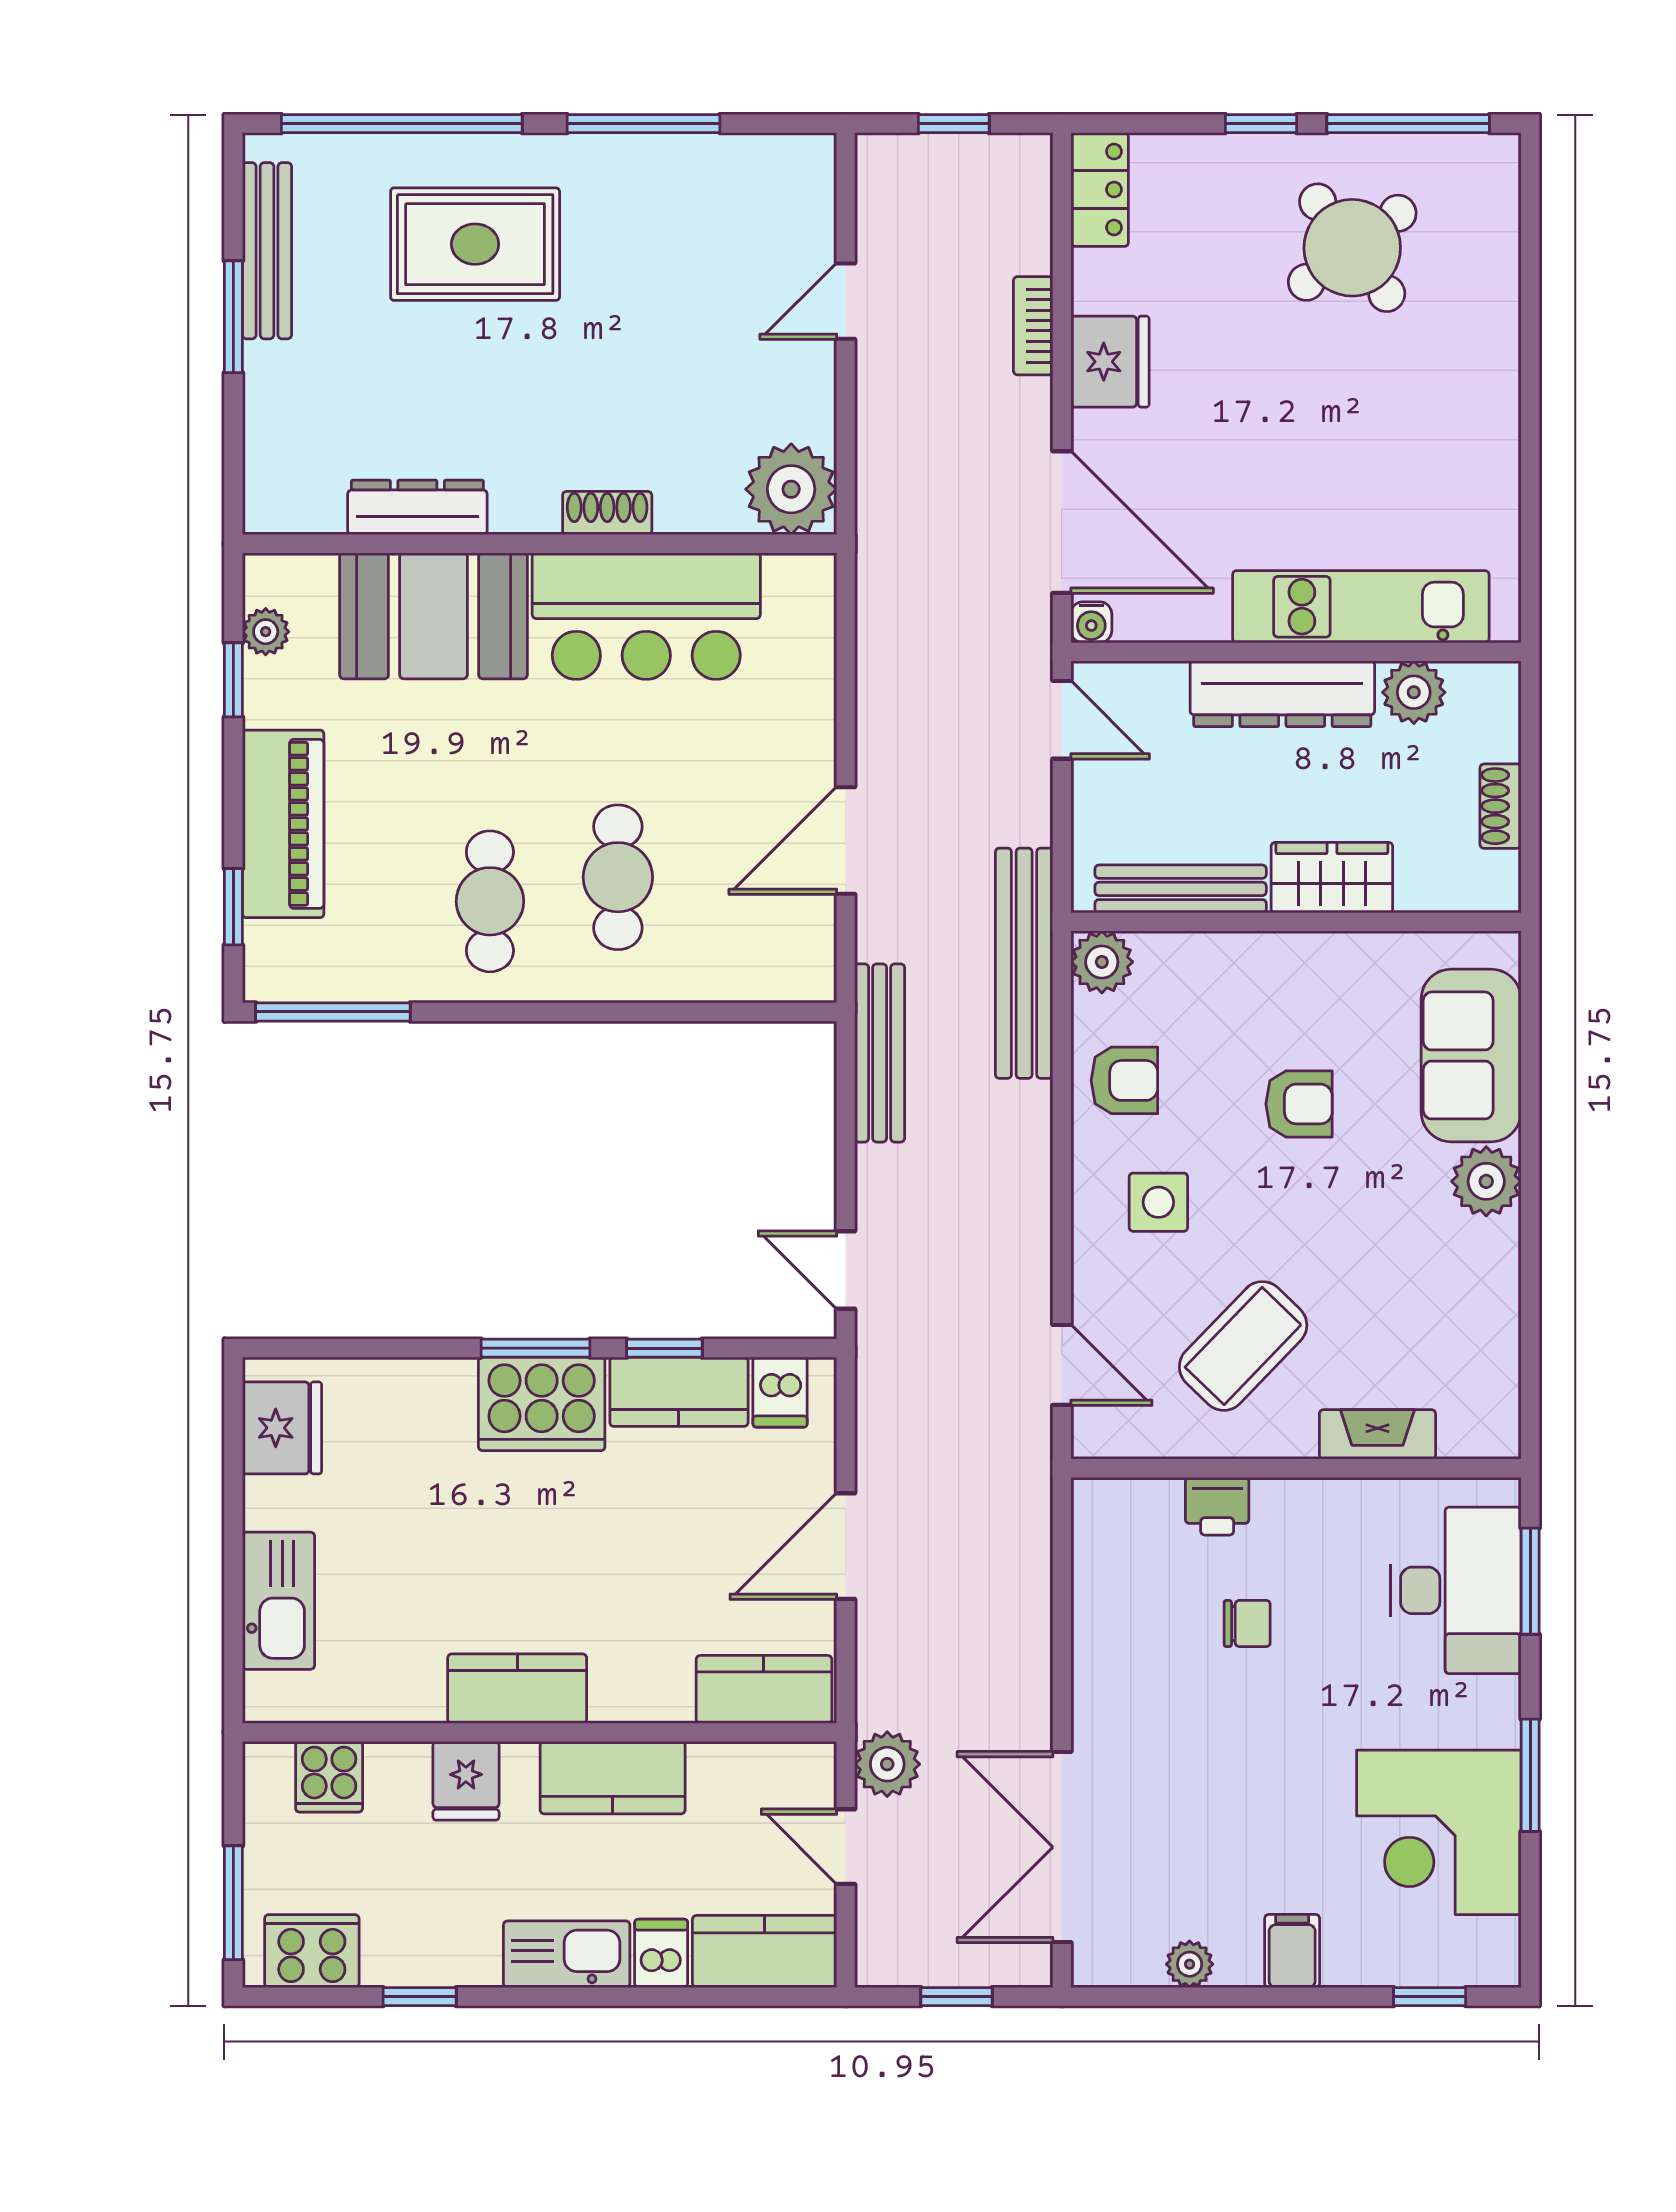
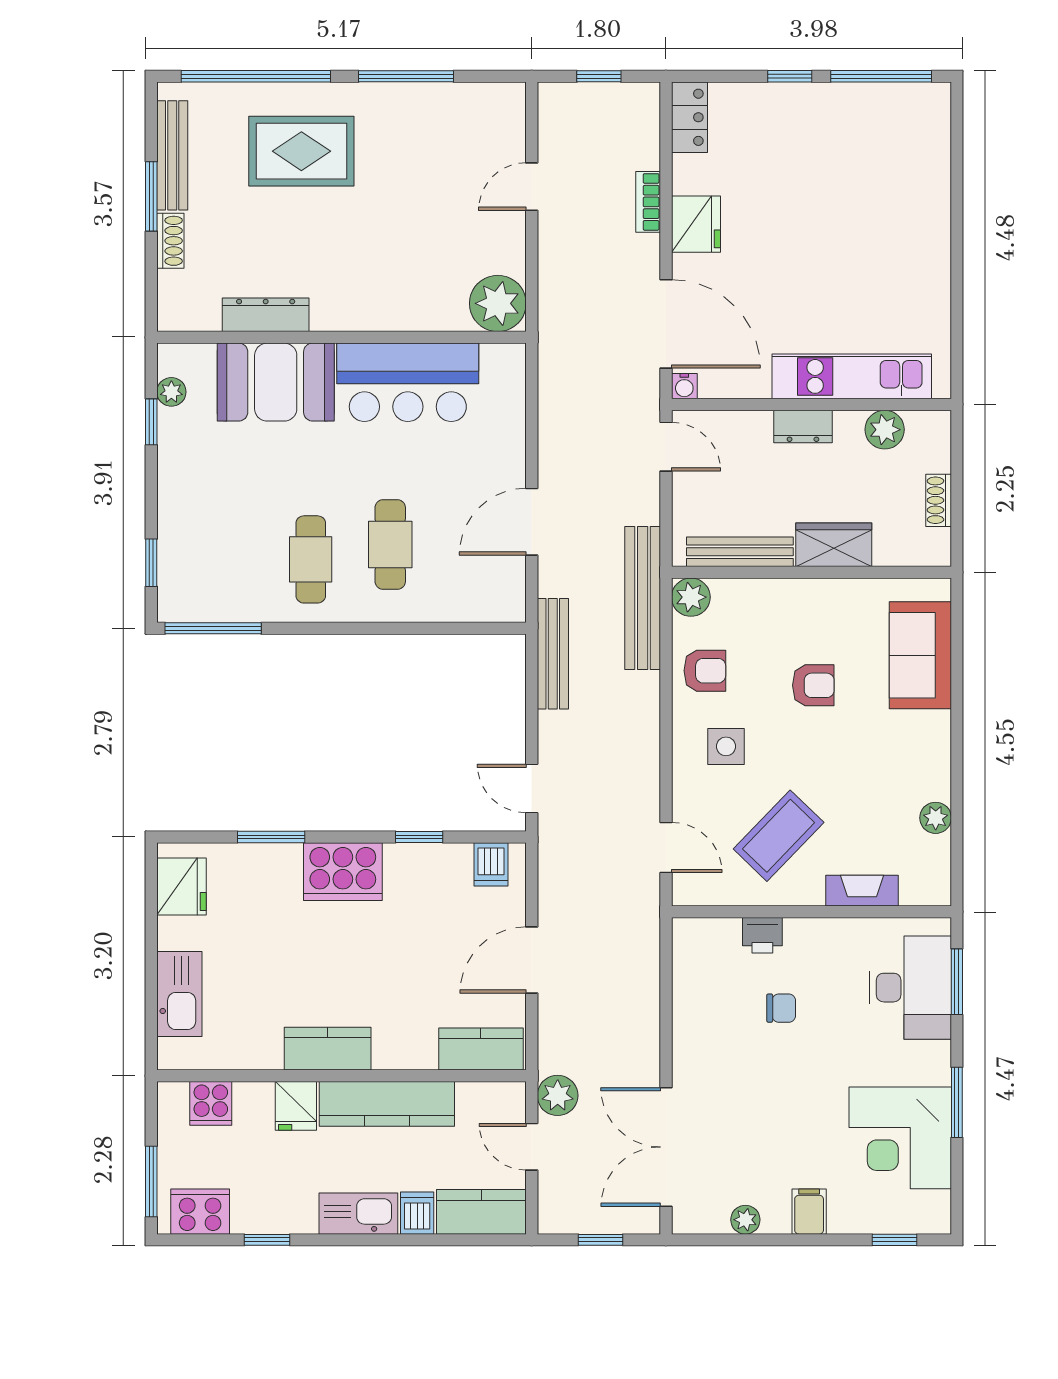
round table: (1352, 248) -> (846, 153), removed
shoe rack: (607, 513) -> (170, 241), moved, turned 90
dresser: (1282, 694) -> (803, 426), width x0.51, depth x0.80
piano: (283, 824) -> (182, 511), removed
plant: (1486, 1181) -> (936, 818), moved, width x0.73, depth x0.73
window: (535, 1348) -> (271, 837), moved
kitchen counter: (679, 1392) -> (428, 864), removed
kitchen counter: (613, 1778) -> (387, 1104), width x1.50

